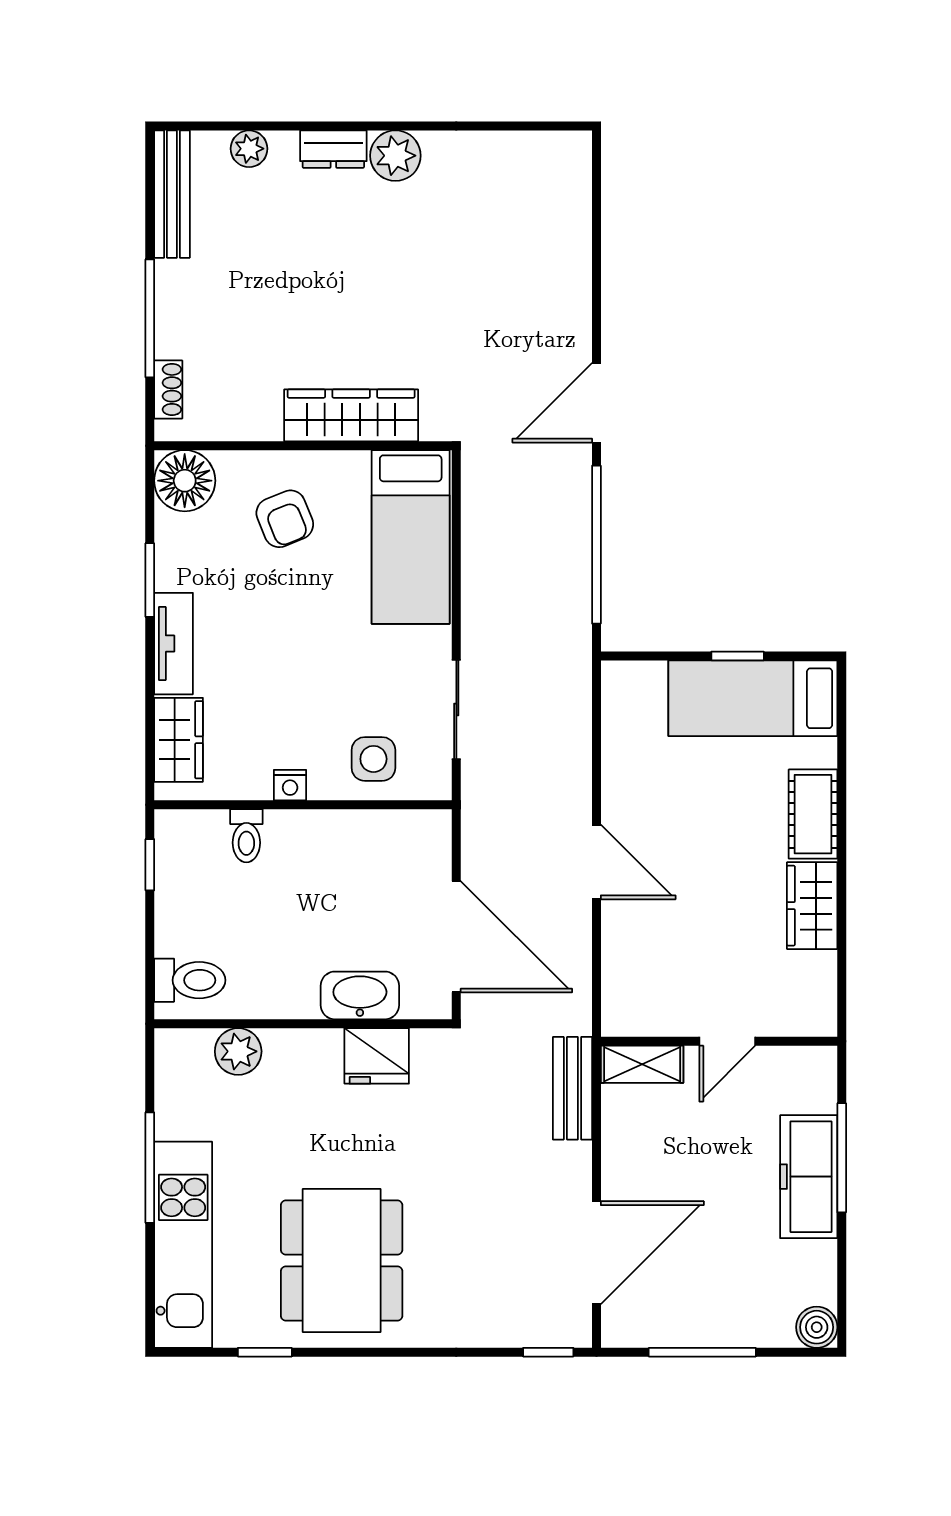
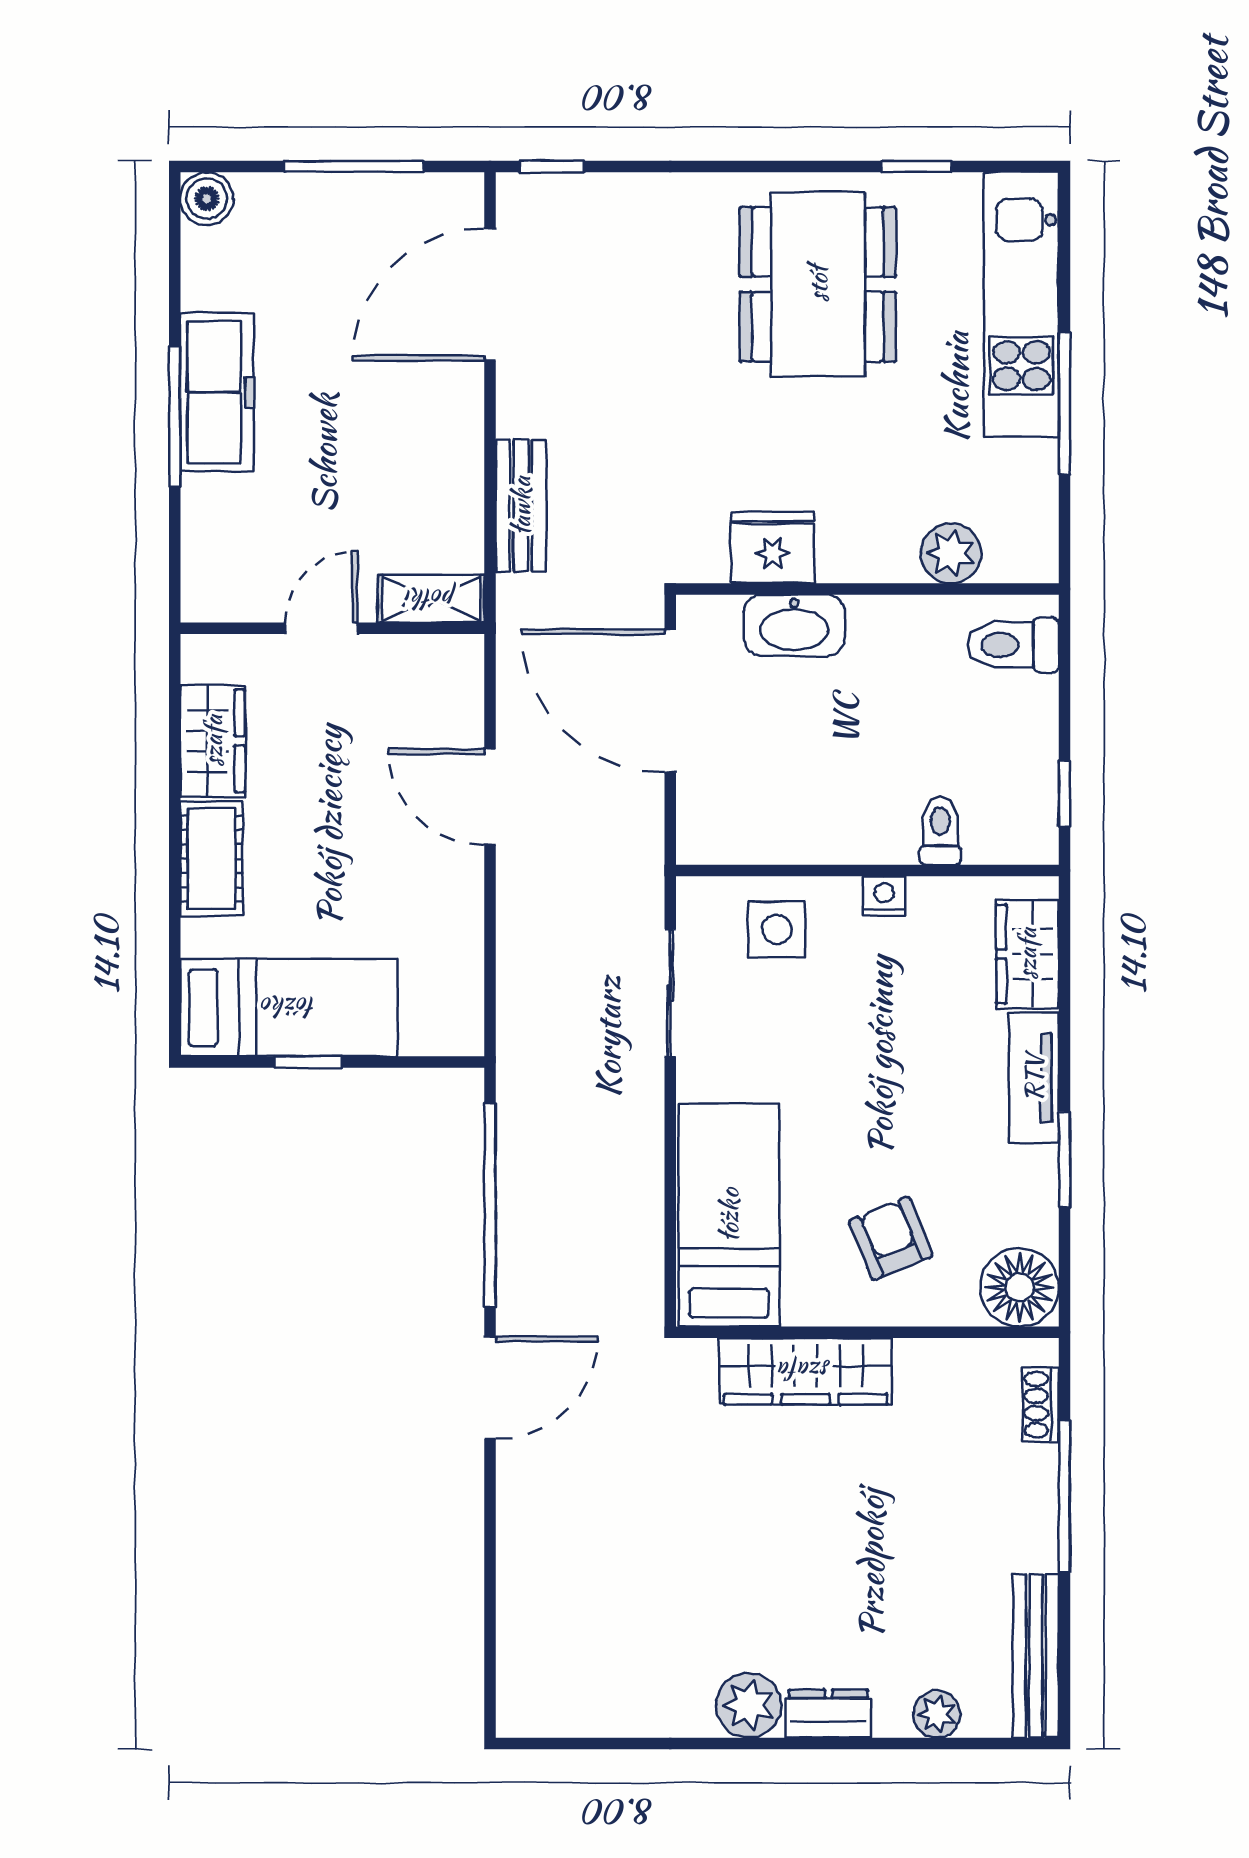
wall: (719, 1041) -> (332, 628), moved
door: (727, 1041) -> (322, 628), moved
shelving: (642, 1064) -> (431, 599), moved

